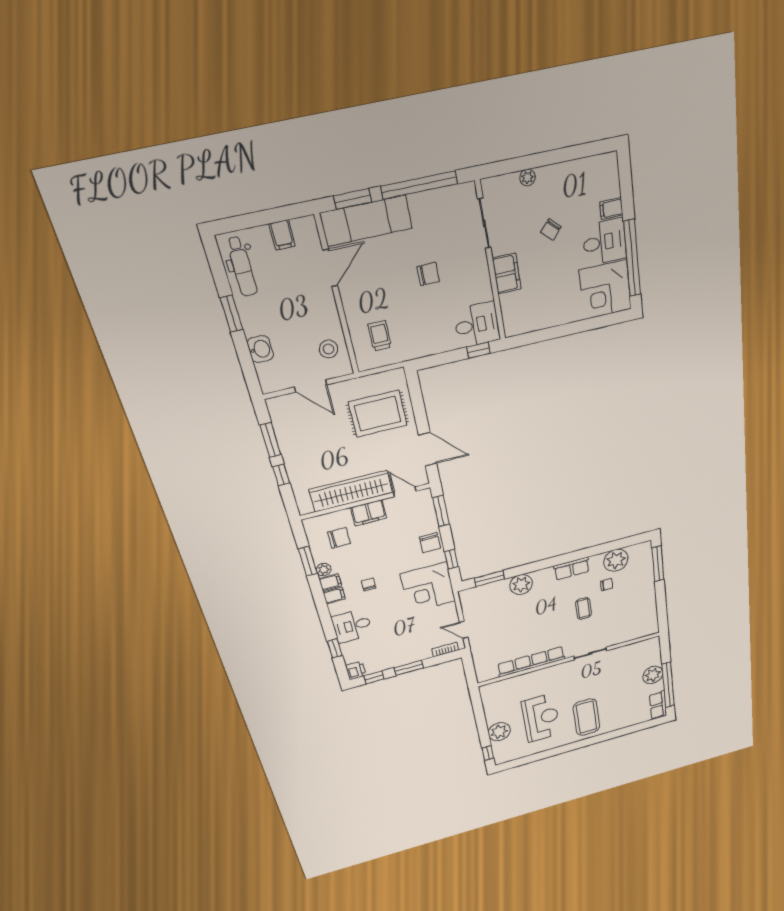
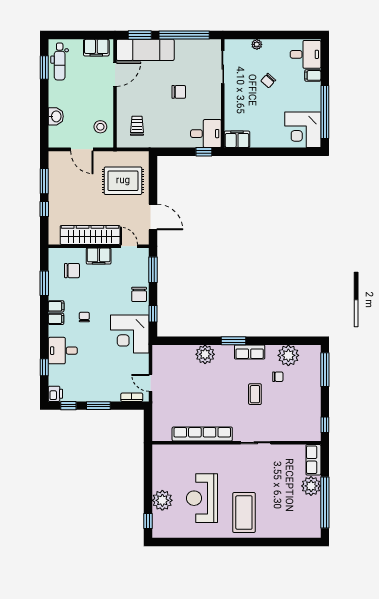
filing cabinet: (282, 235) -> (96, 48), width x2.00
desk: (604, 242) -> (306, 54), moved
filing cabinet: (507, 274) -> (237, 139), moved, turned -90
window: (231, 314) -> (44, 67), moved
plant: (324, 569) -> (54, 294), removed
window: (489, 579) -> (233, 341), moved
window: (662, 616) -> (325, 425), added
row of seats: (658, 705) -> (313, 460), moved
reception desk: (541, 718) -> (202, 498), turned 180

